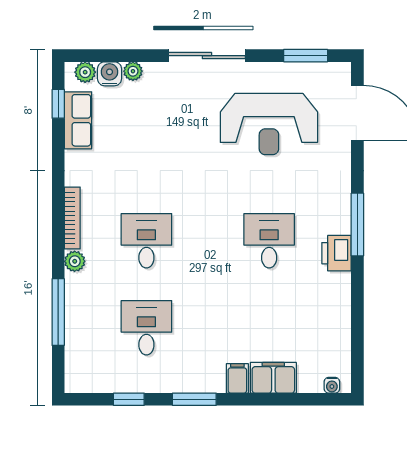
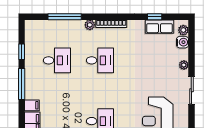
sliding door: (207, 56) -> (191, 90), width x0.73
plant: (133, 71) -> (184, 65), moved
window: (58, 104) -> (155, 17), moved
window: (194, 399) -> (22, 84), width x1.44

